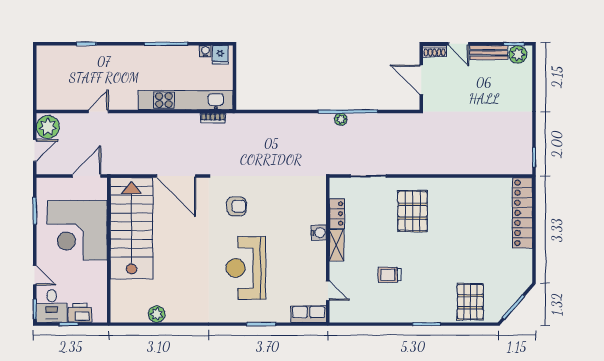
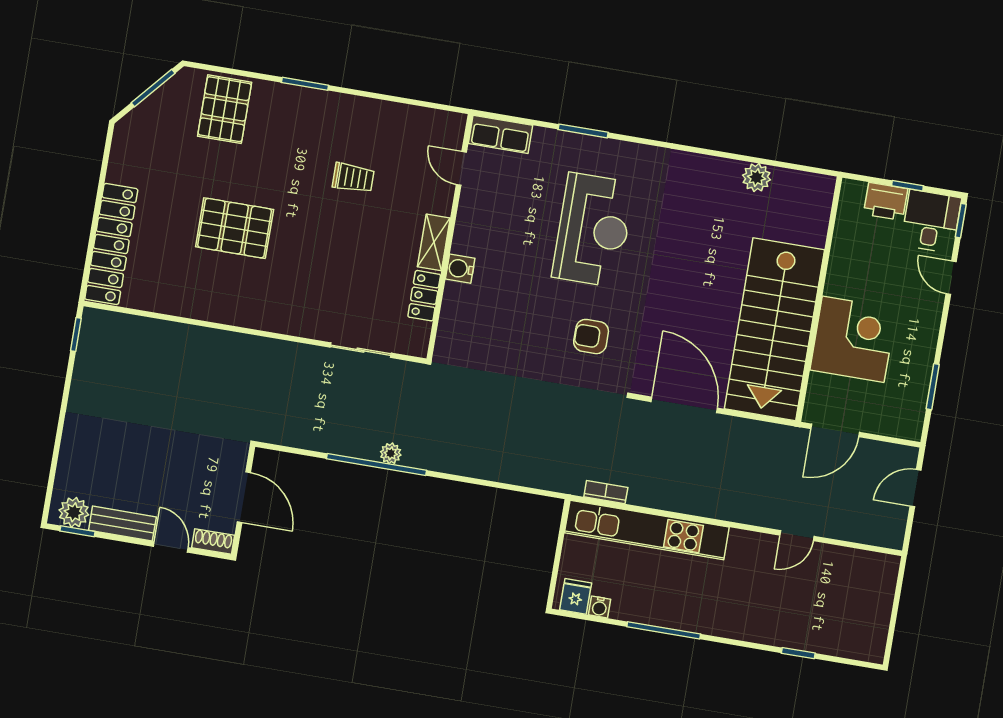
plant: (48, 127) -> (887, 524), removed
pallet: (413, 211) -> (235, 228), moved, turned 90
corner desk: (77, 230) -> (853, 339), width x0.74, depth x0.74

